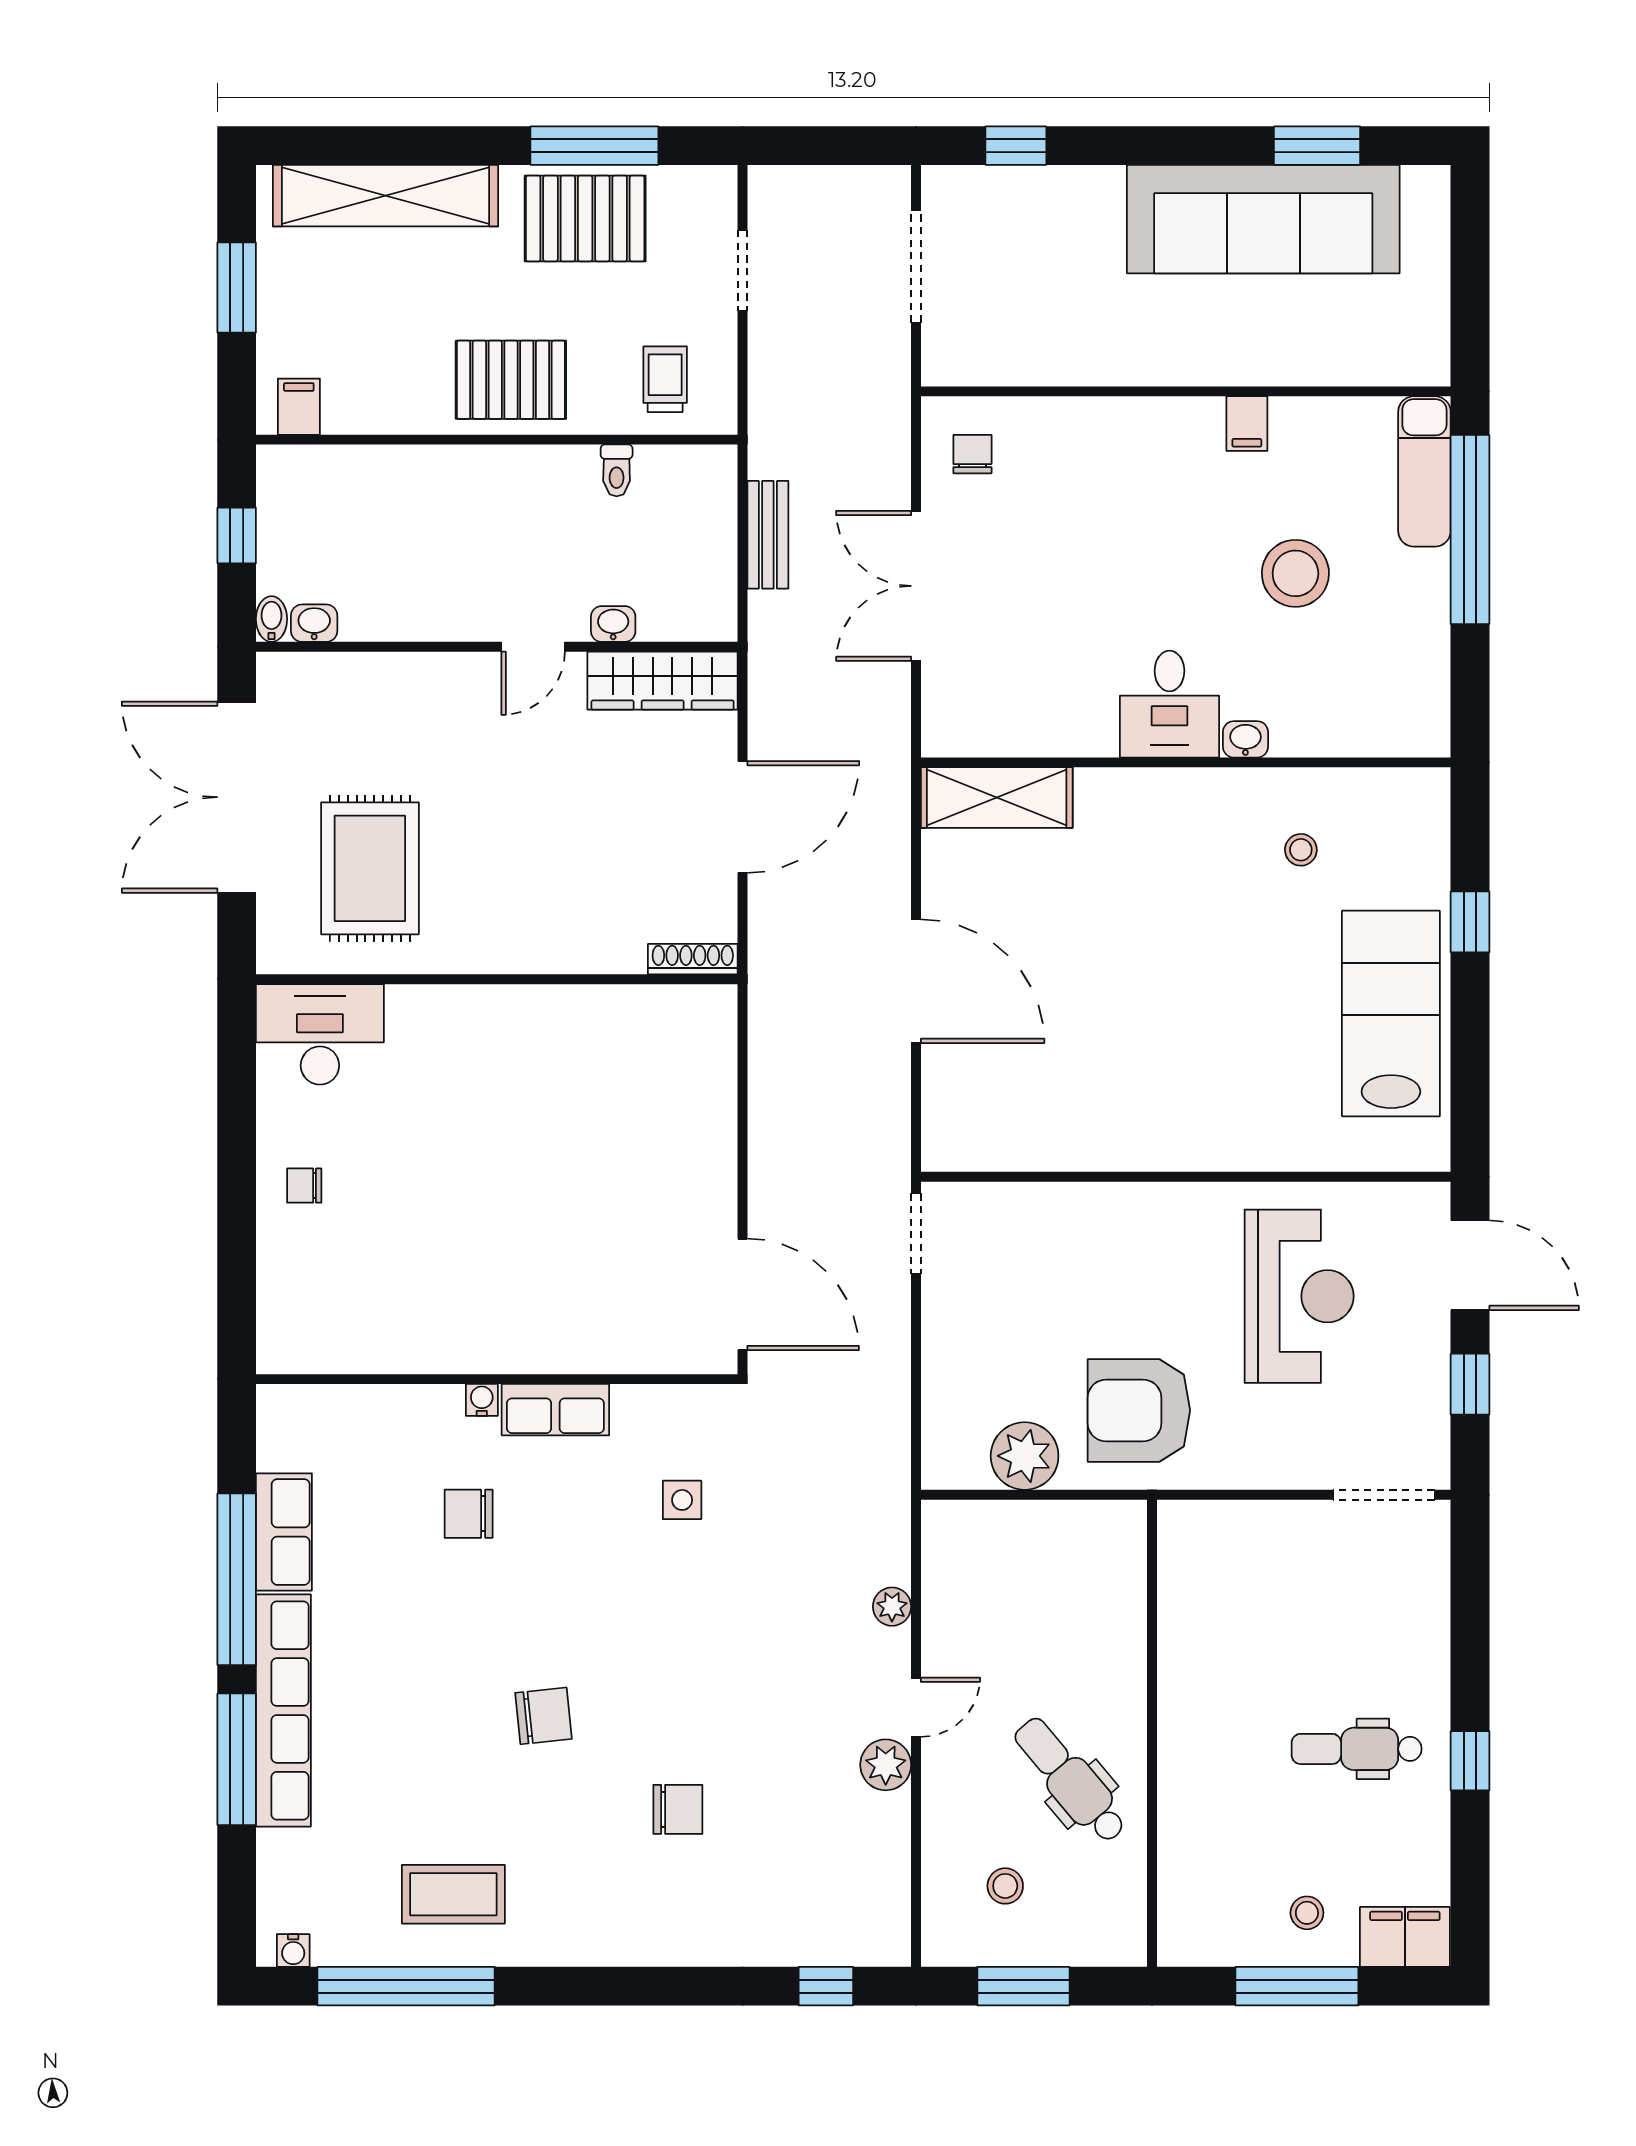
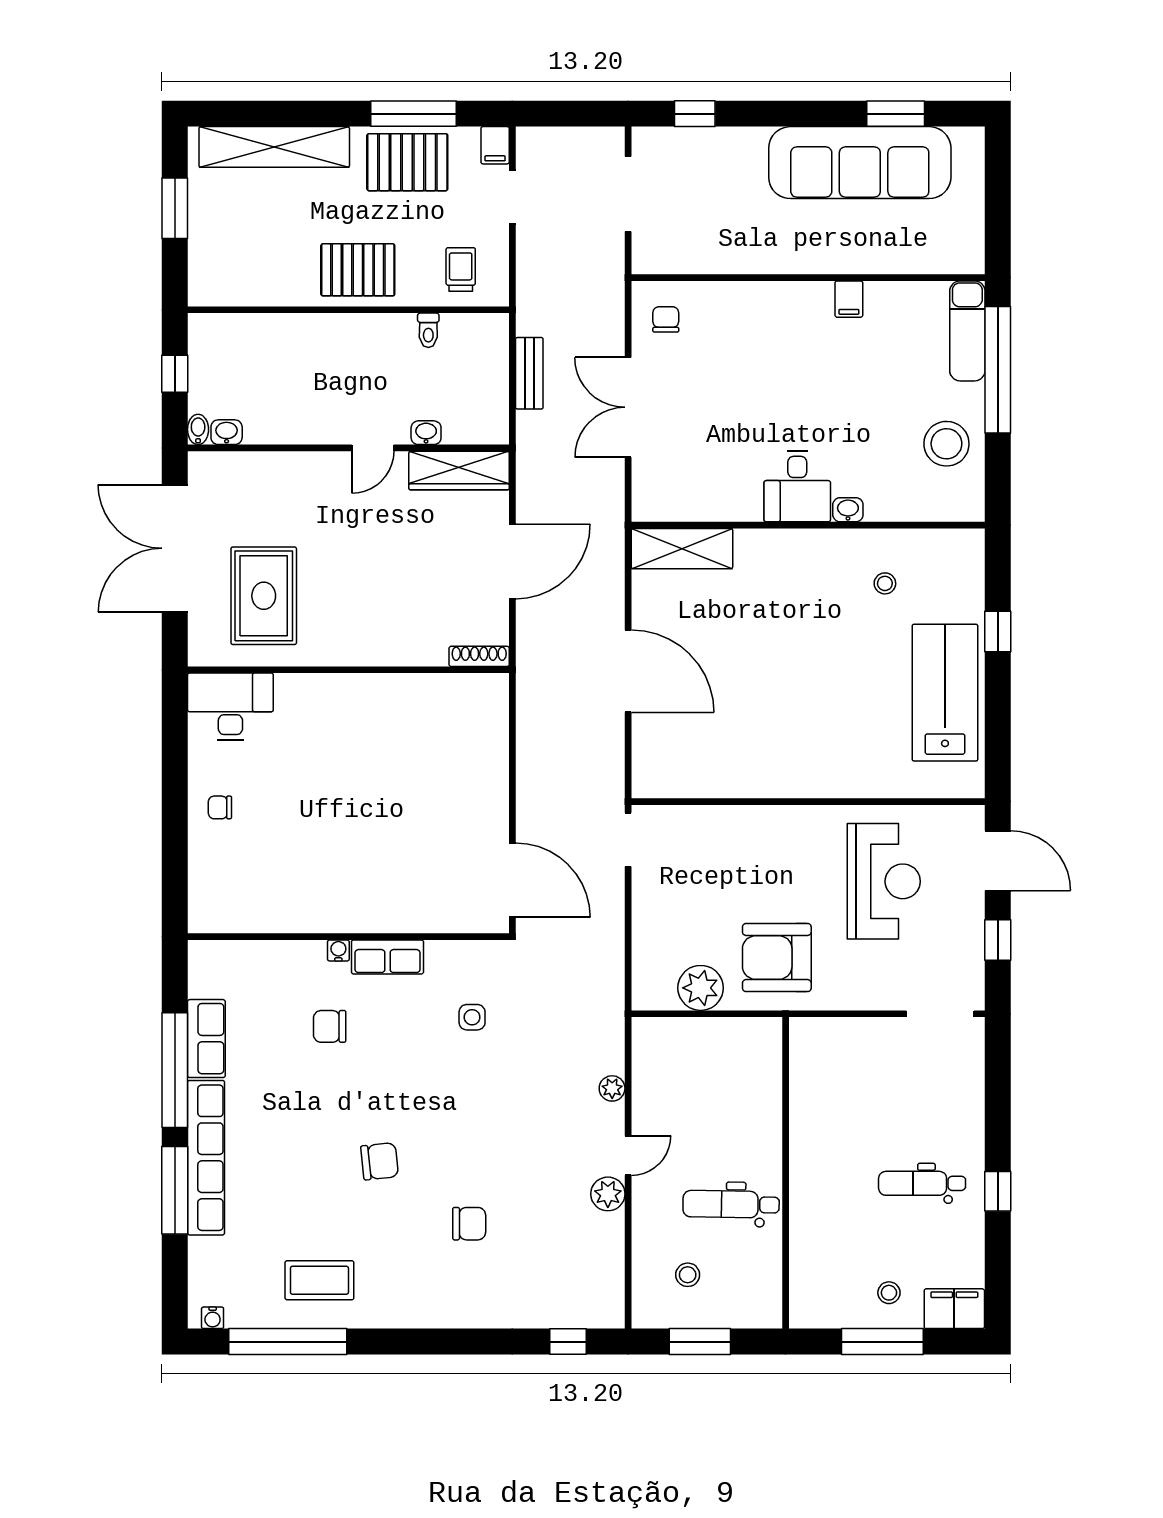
filing cabinet: (299, 407) -> (495, 145), moved, turned 180
stool: (1295, 573) -> (946, 444), moved
dental chair: (1070, 1780) -> (731, 1204), turned -49

